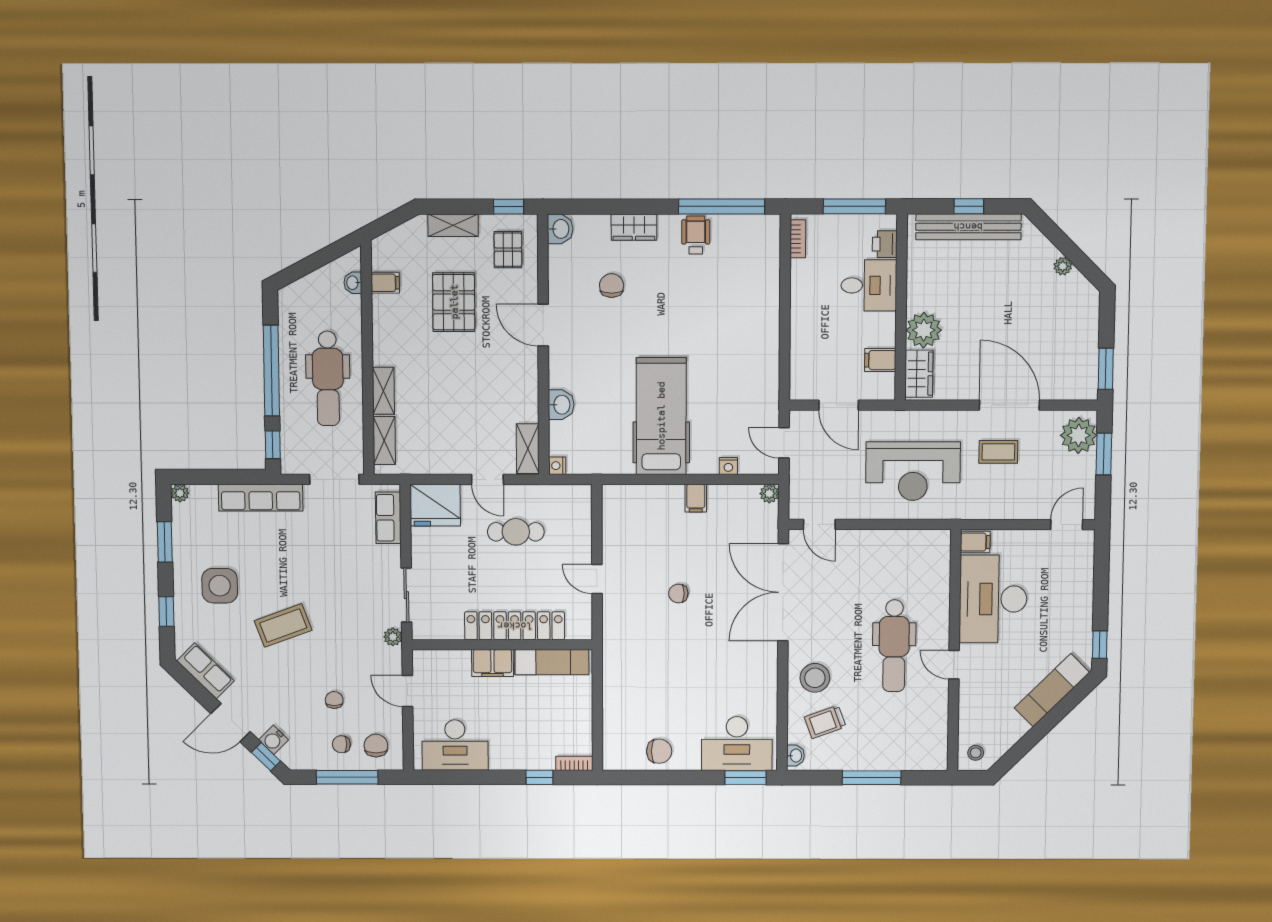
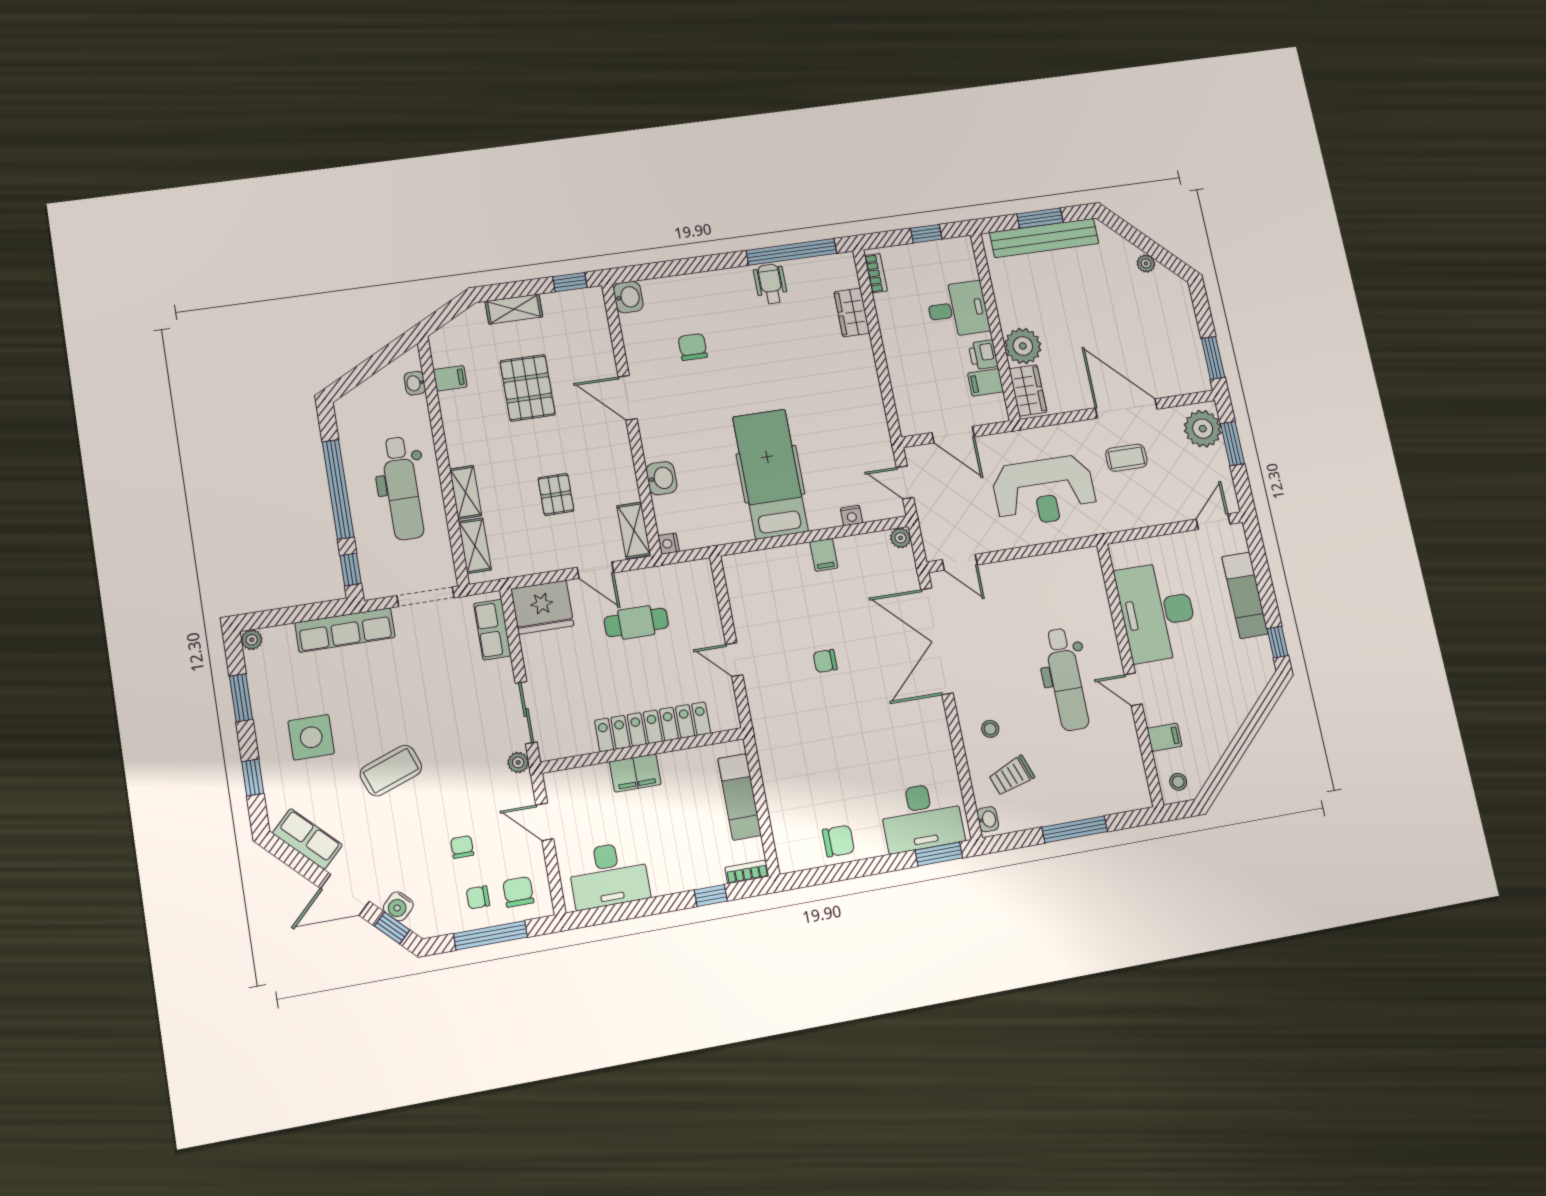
window: (854, 206) -> (926, 234), width x0.46
window: (969, 206) -> (1040, 218), width x1.50
wardrobe: (634, 227) -> (852, 312), moved, turned 90
printer: (885, 244) -> (983, 355), moved
pallet: (508, 250) -> (556, 494), moved
filing cabinet: (975, 542) -> (1164, 737), moved
exam couch: (552, 662) -> (740, 797), moved, turned 90
stool: (815, 678) -> (990, 729), width x0.53, depth x0.53
exam couch: (1052, 690) -> (1245, 595), moved, turned -45

